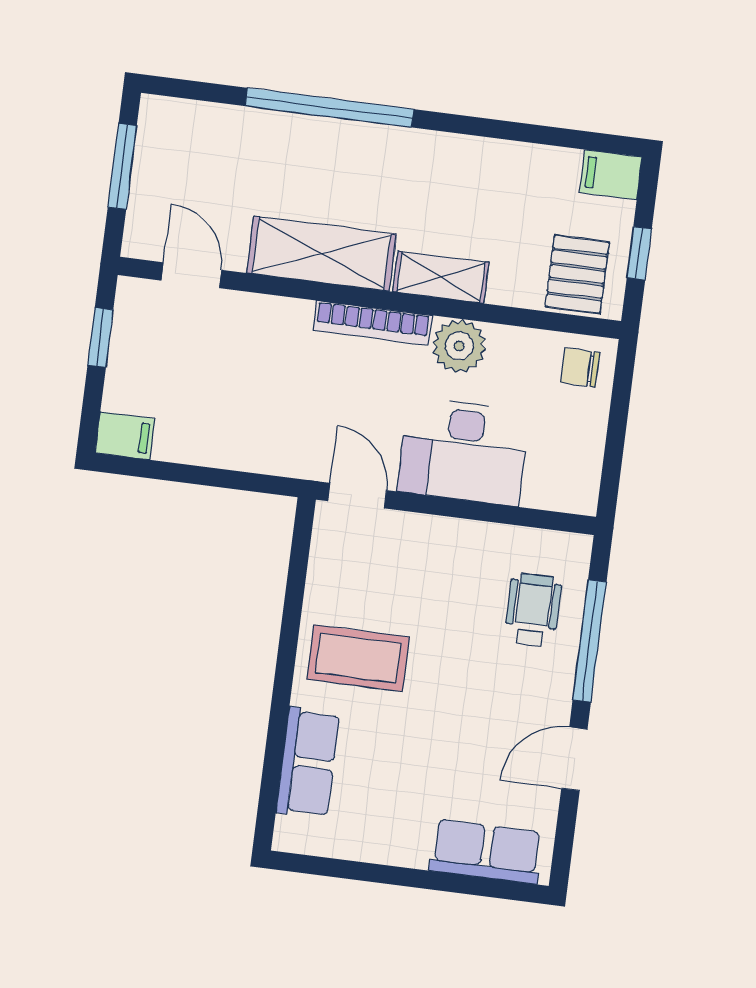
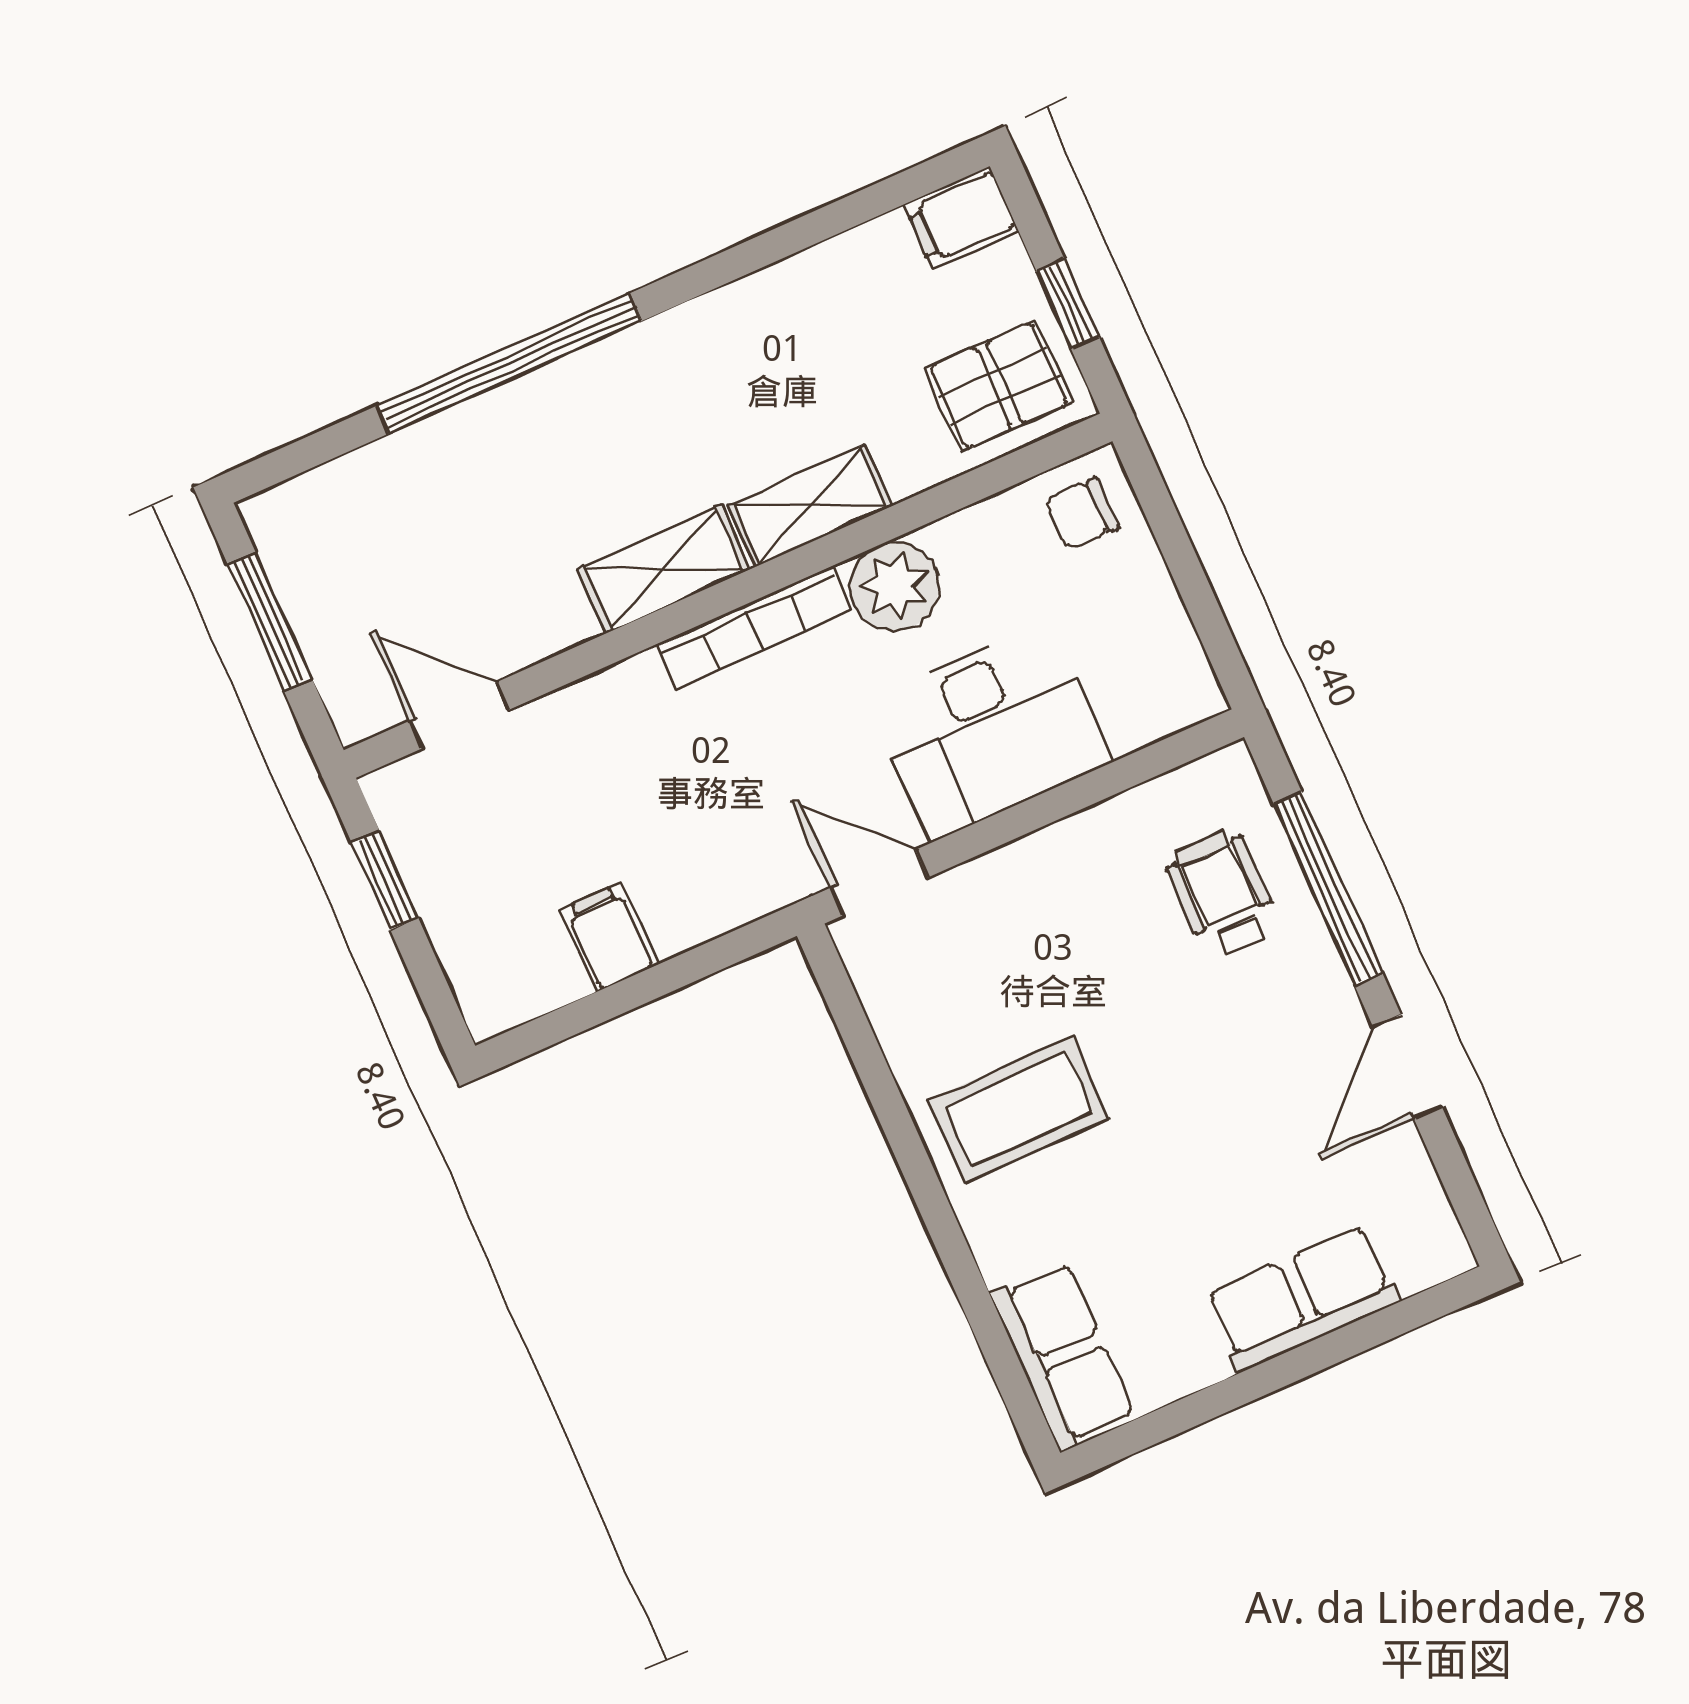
shelving: (321, 254) -> (664, 569), width x0.67, depth x0.75
pallet: (577, 274) -> (999, 386), turned 90
filing cabinet: (125, 436) -> (609, 937), moved, turned -90
row of seats: (308, 763) -> (1063, 1356), moved
row of seats: (486, 852) -> (1302, 1298), moved

